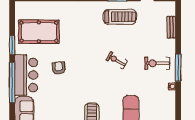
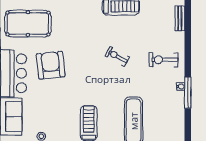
armchair: (59, 68) -> (51, 65), width x1.88, depth x1.88
window: (178, 68) -> (188, 93), moved

